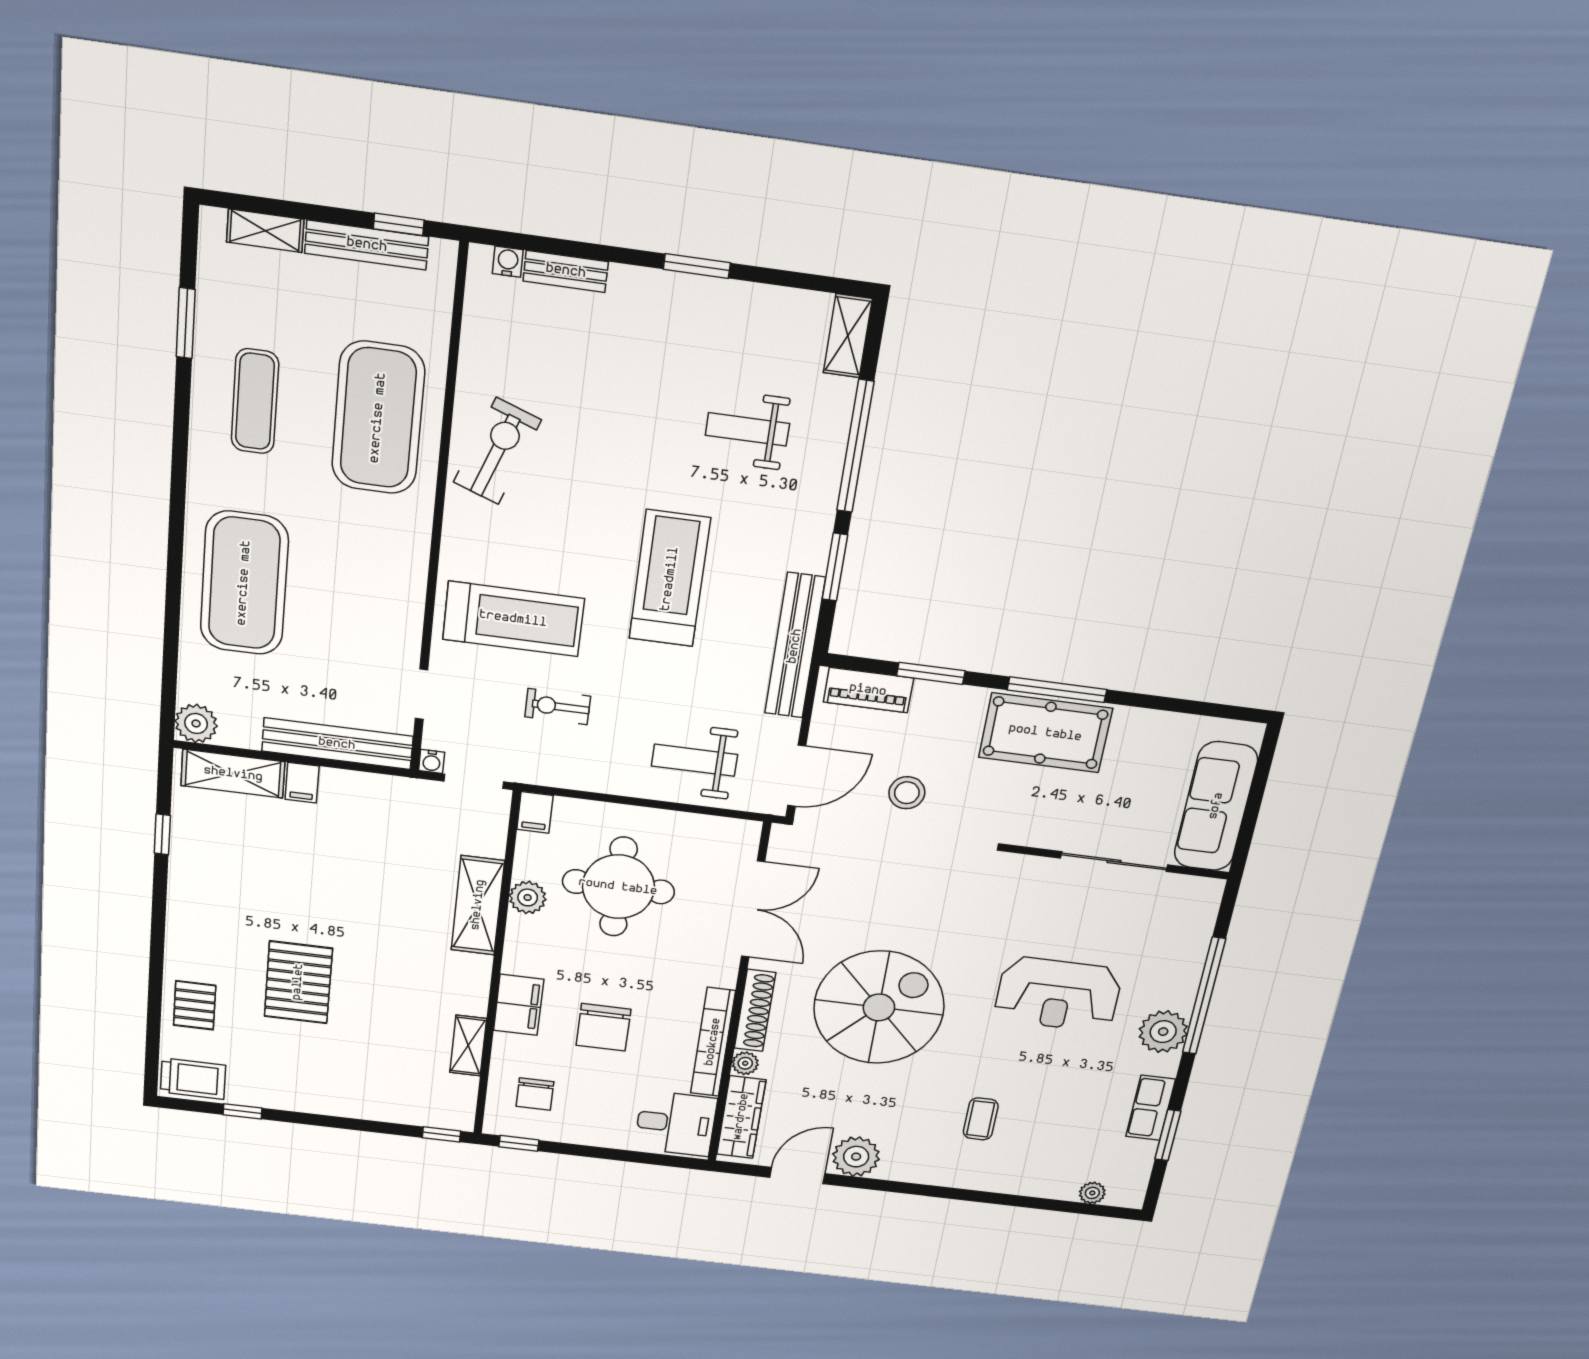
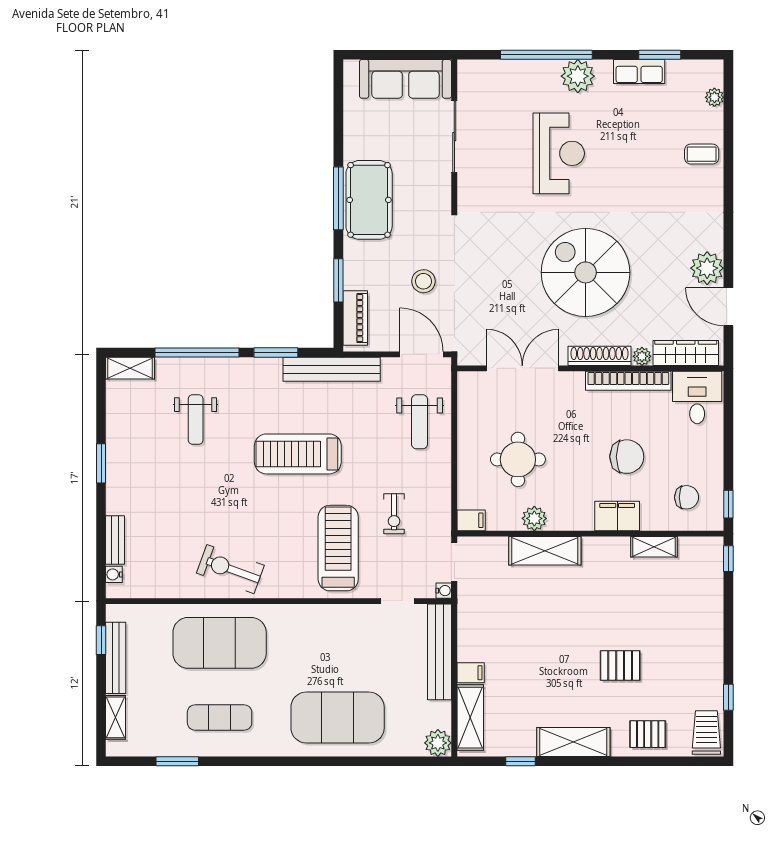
round table: (618, 887) -> (518, 459), width x0.73, depth x0.73
shelving: (188, 908) -> (573, 742), added
pallet: (298, 982) -> (620, 665), width x0.67, depth x0.71
coffee table: (981, 1119) -> (702, 154), moved

